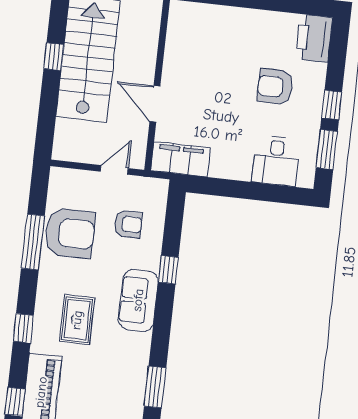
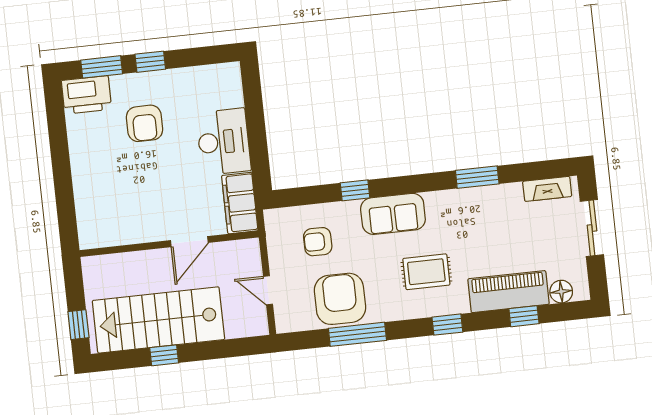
window: (327, 149) -> (102, 67), moved
desk: (276, 161) -> (224, 142), moved, width x1.37
door: (114, 170) -> (268, 290), moved
armchair: (128, 224) -> (318, 242), turned -90

